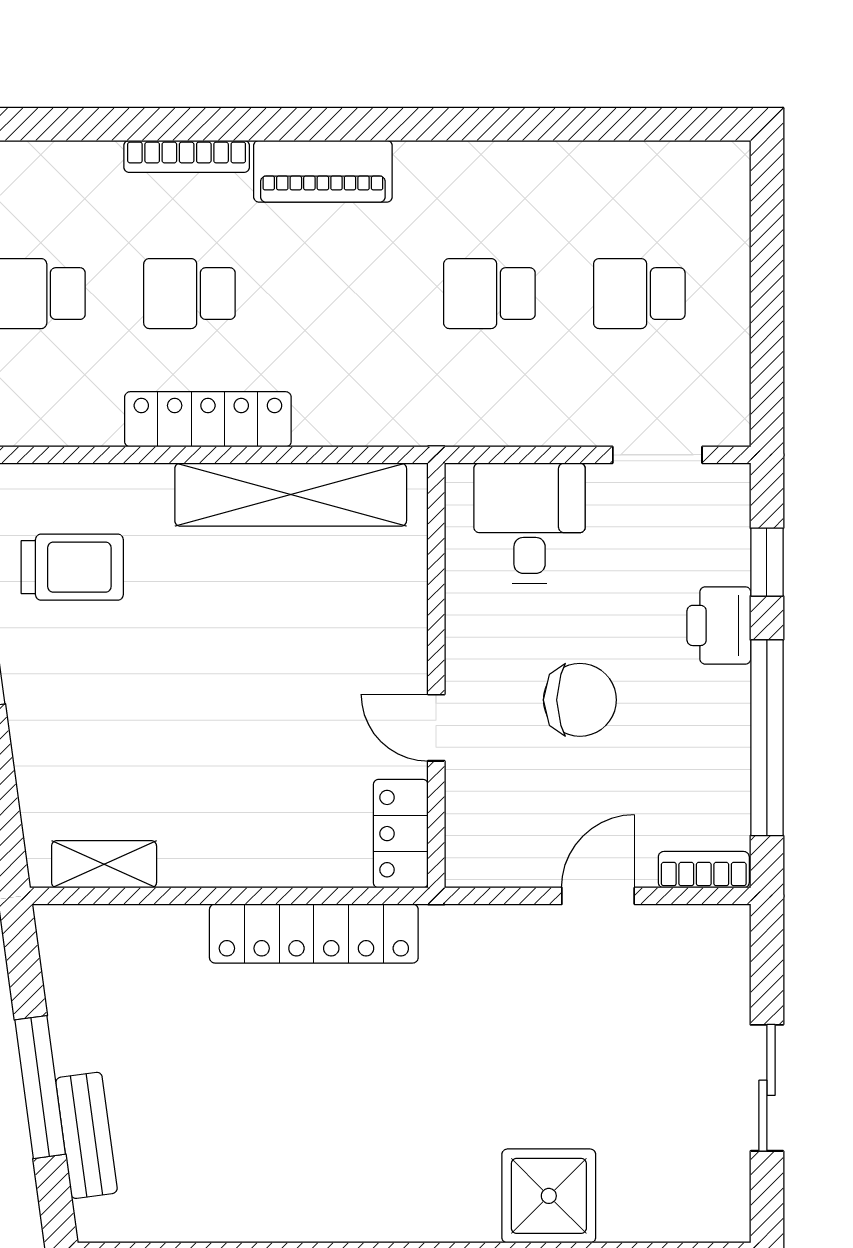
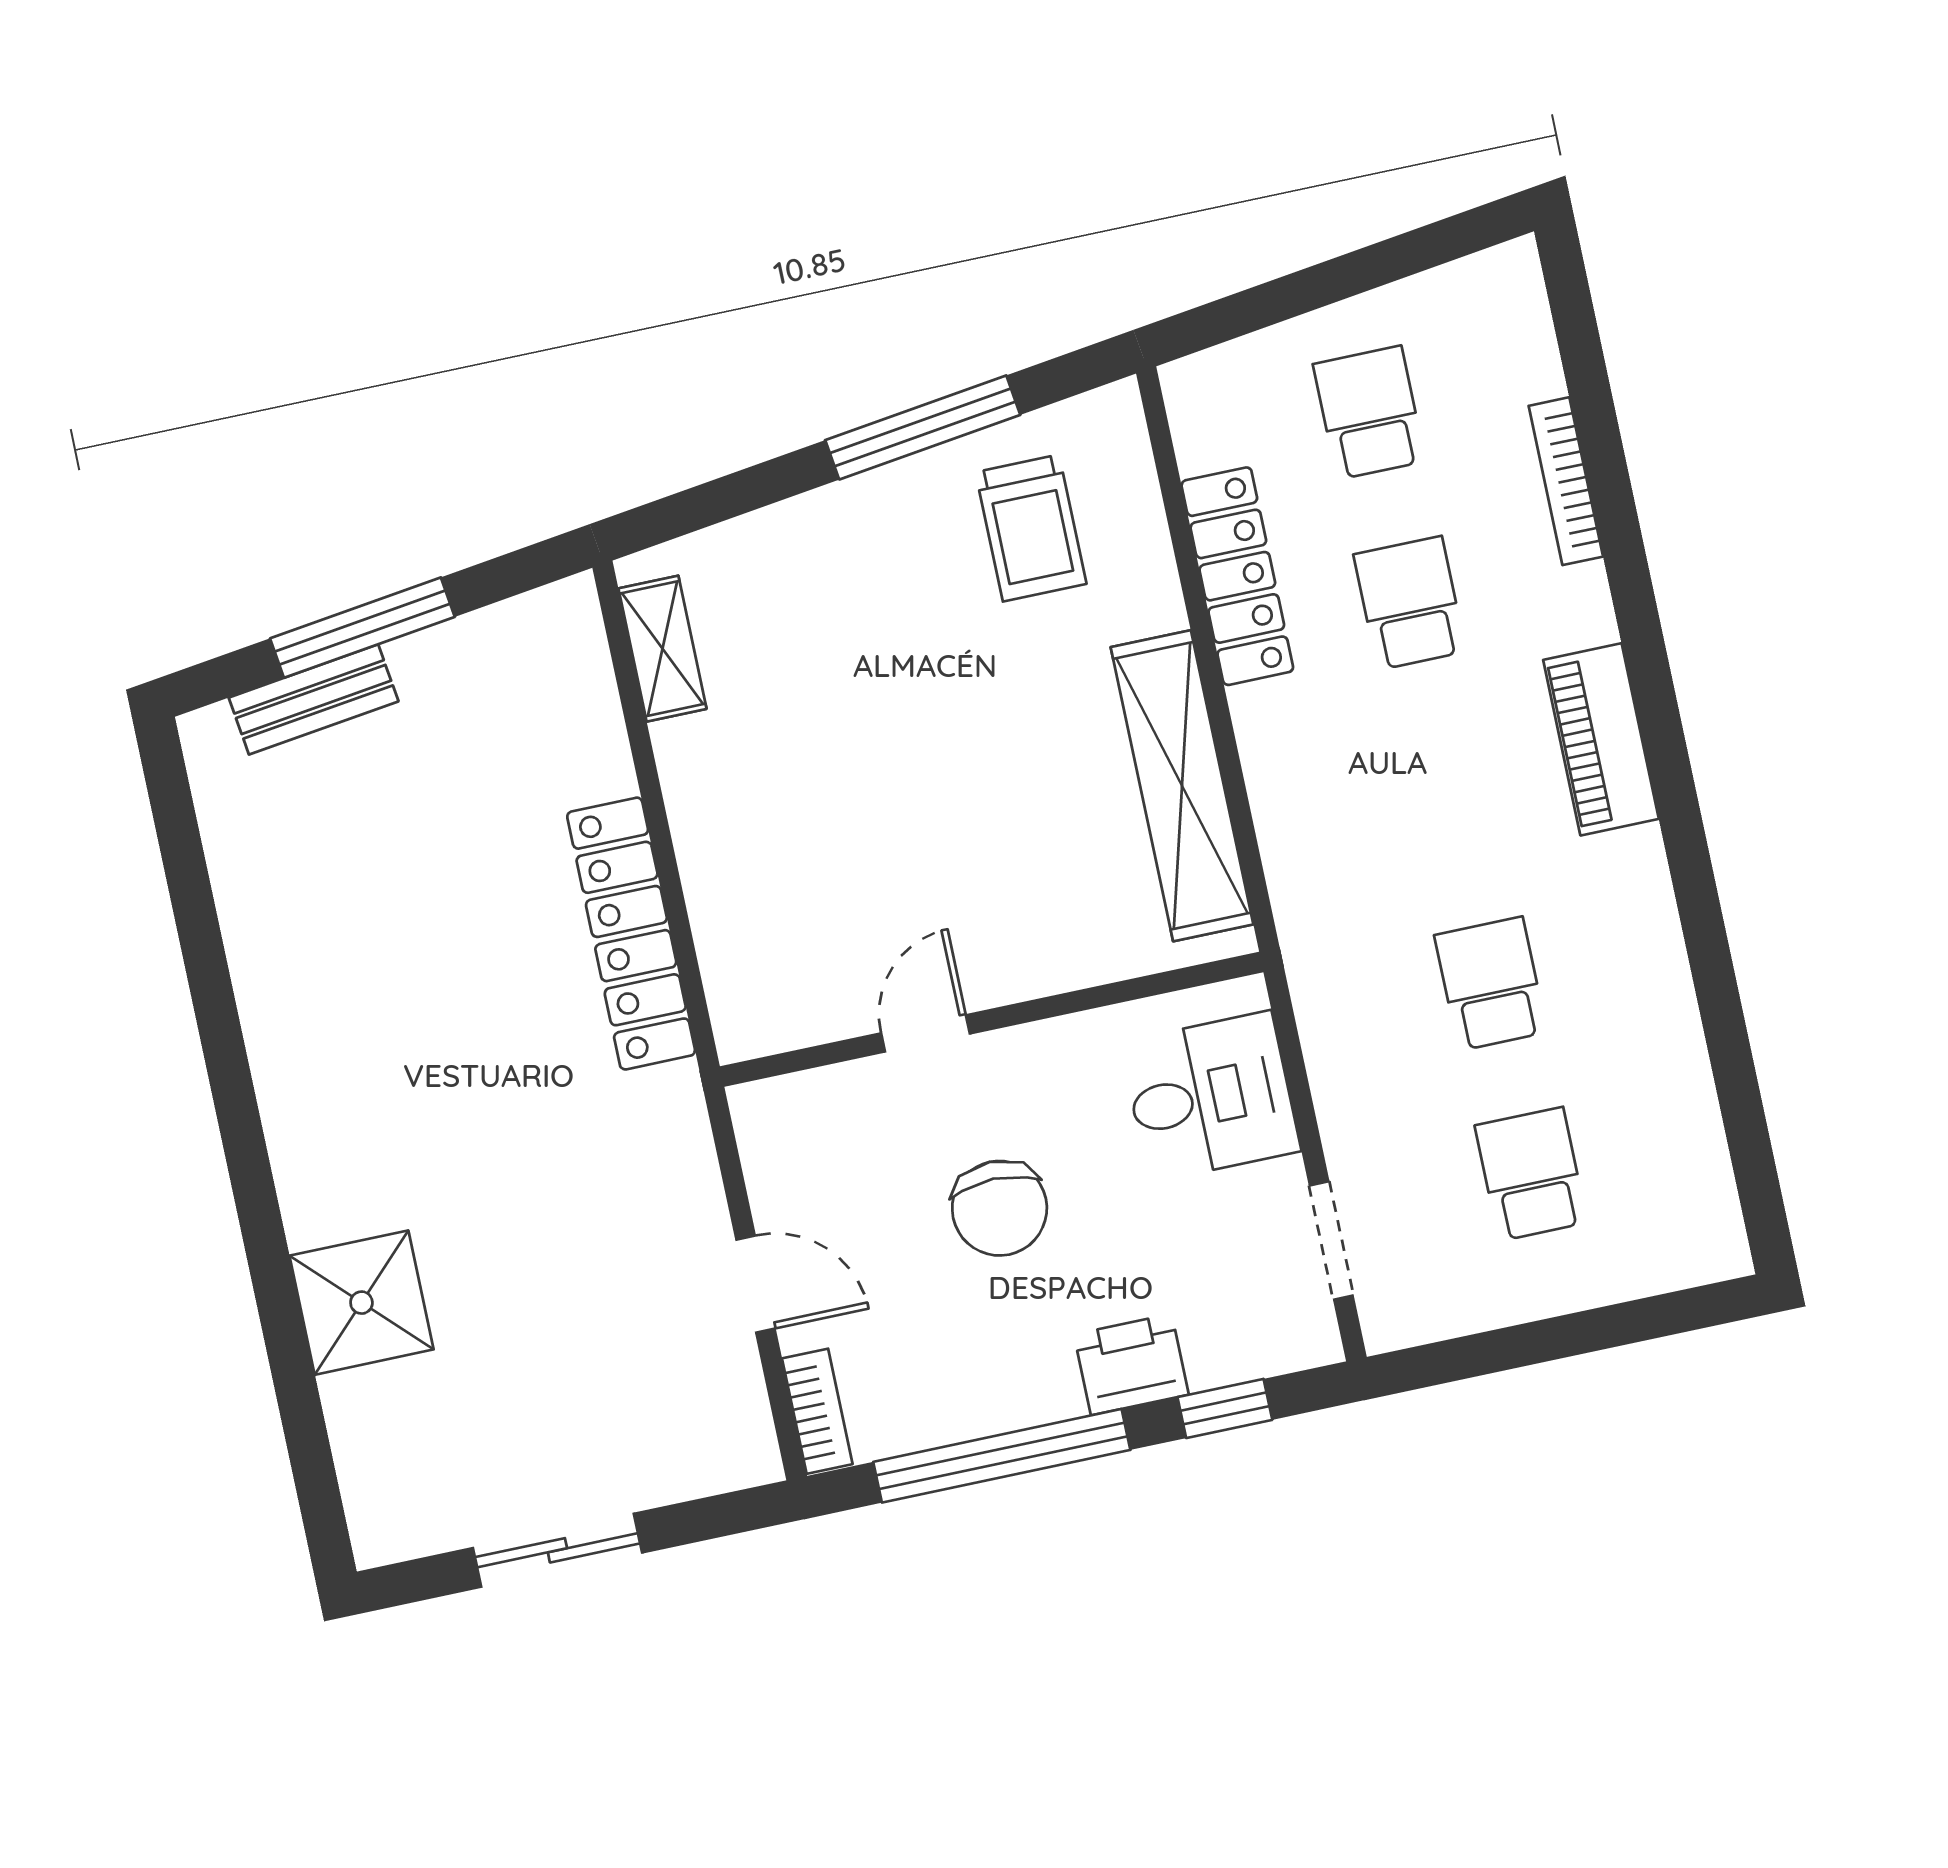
bookcase: (187, 156) -> (1566, 481), moved
locker: (208, 419) -> (1237, 576), moved
locker: (401, 834) -> (781, 1017), removed

